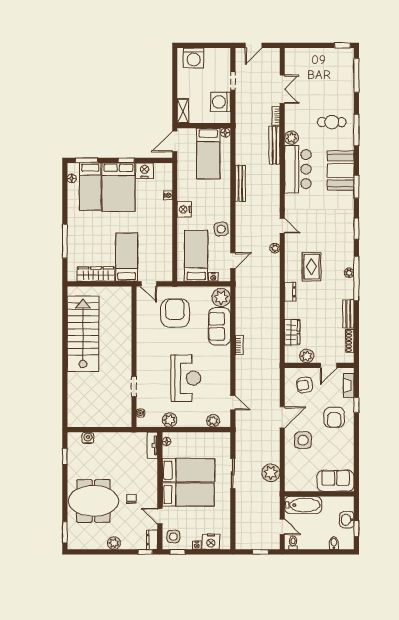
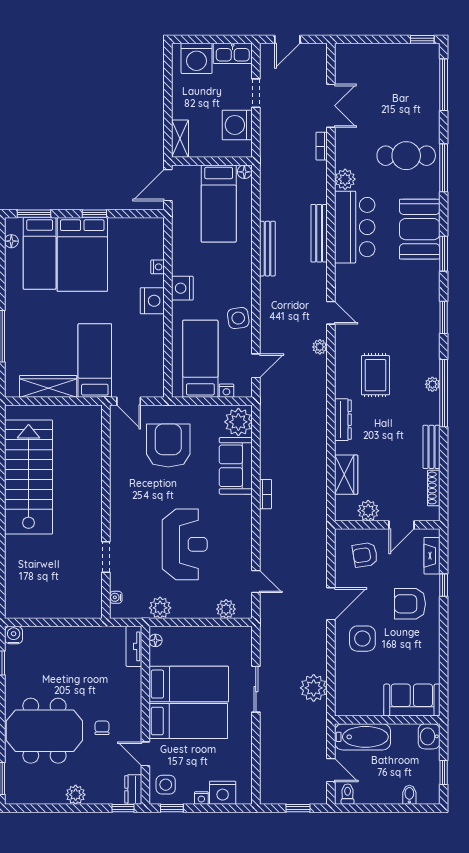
kitchen sink: (218, 55) -> (233, 53), added
cafe table: (332, 122) -> (406, 156), width x1.37, depth x1.35
bench: (274, 145) -> (319, 233), moved
nightstand: (145, 171) -> (152, 301), moved, turned 90
dresser: (290, 292) -> (343, 420), width x1.44
armchair: (334, 417) -> (410, 604), turned 90
water cooler: (88, 438) -> (14, 635), moved
washbasin: (347, 520) -> (429, 736), moved

